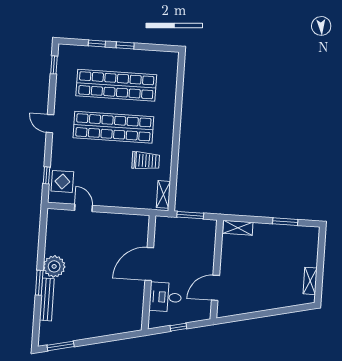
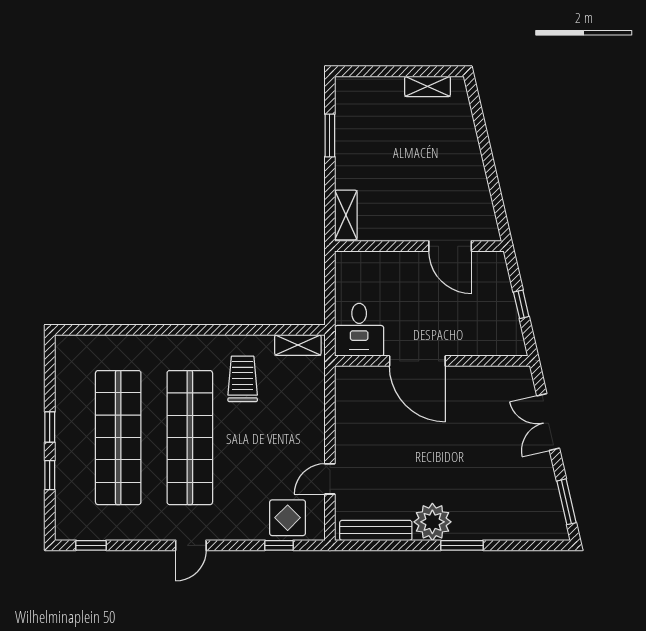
window: (190, 215) -> (330, 297), removed
desk: (165, 297) -> (359, 330), moved
bench: (47, 299) -> (376, 530), moved
double door: (108, 338) -> (548, 422), added

